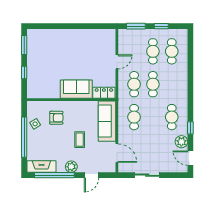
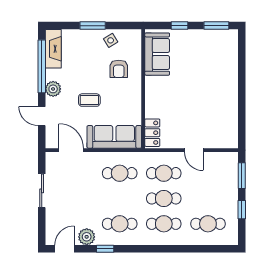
cafe table: (153, 51) -> (164, 224), moved
sofa: (76, 89) -> (157, 54), moved
window: (24, 137) -> (93, 26), width x0.47
door: (117, 153) -> (71, 150), swing flipped

